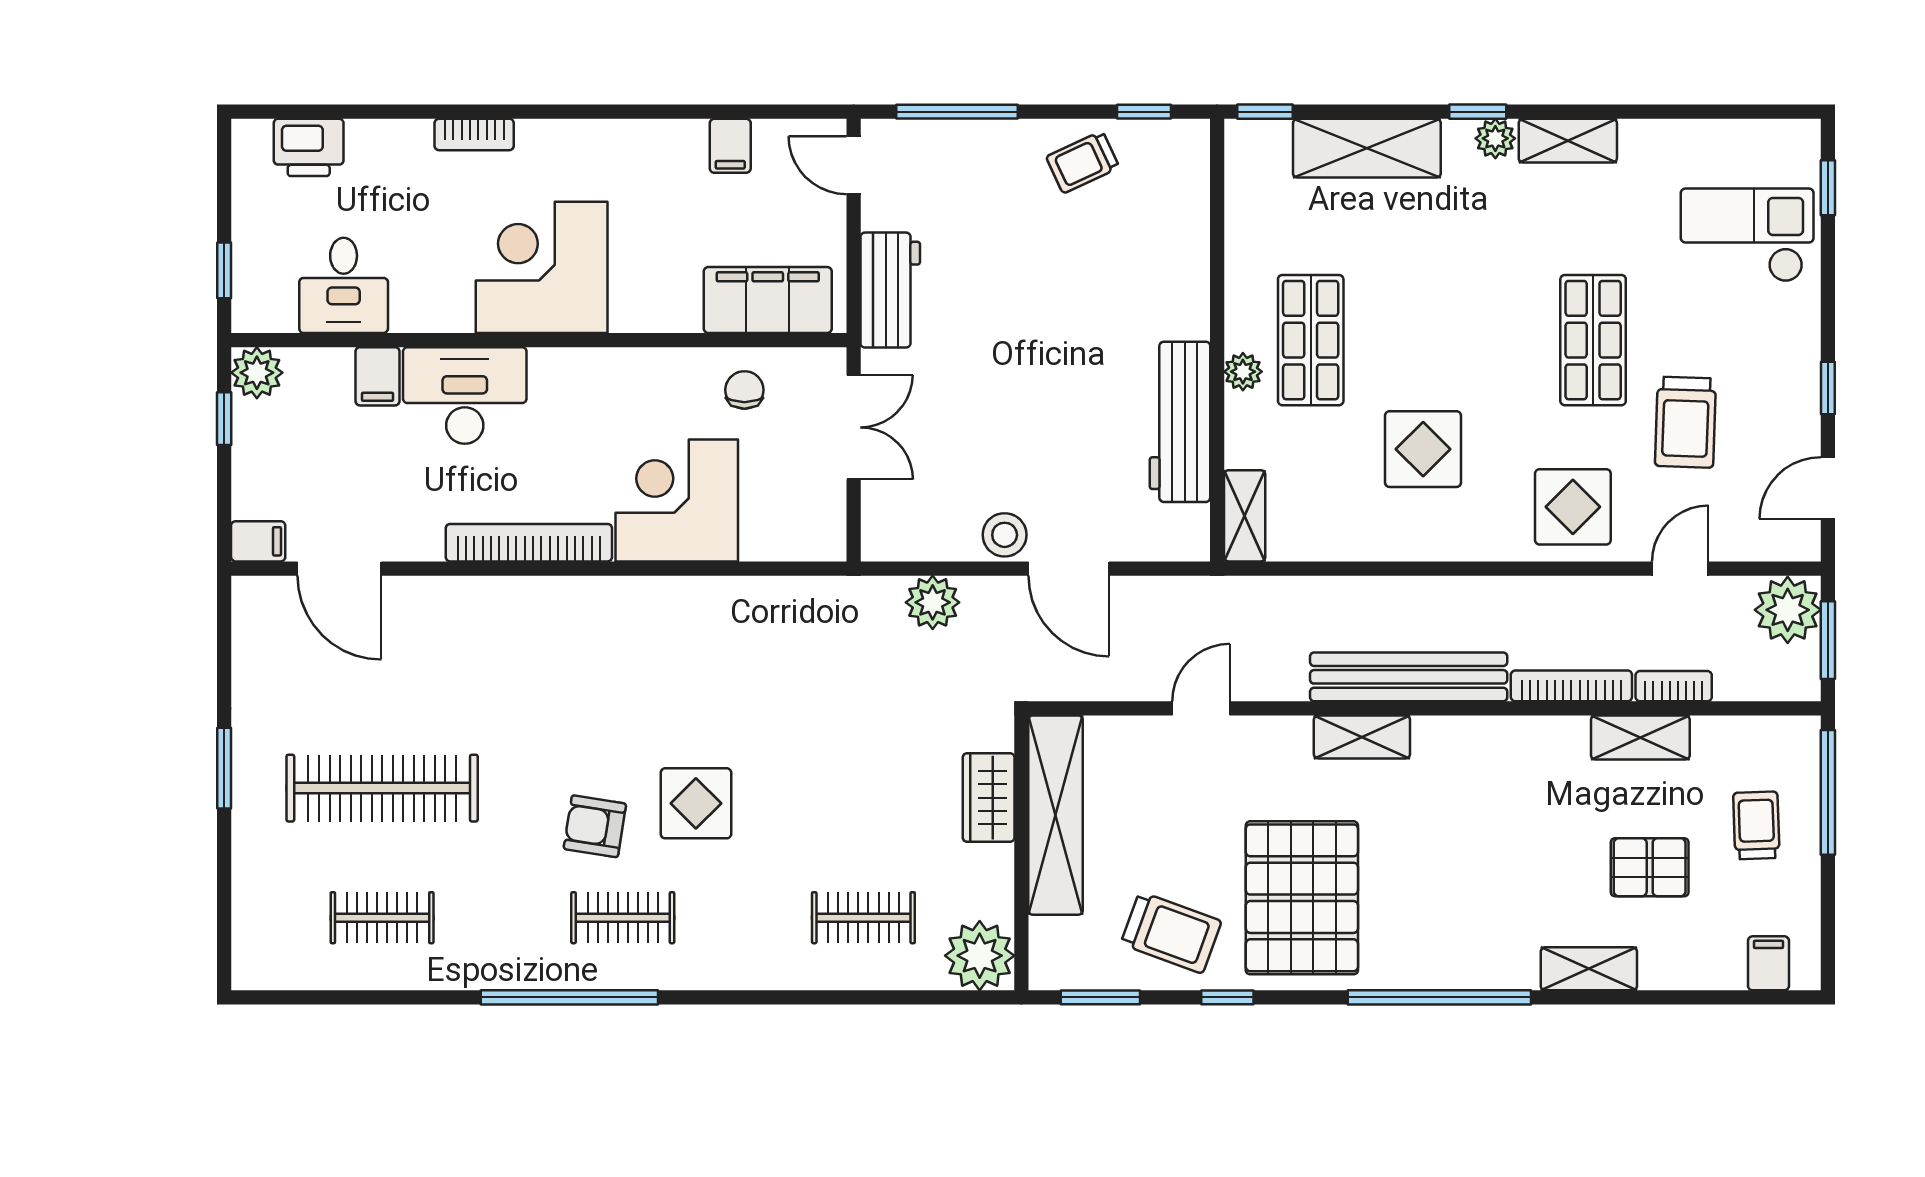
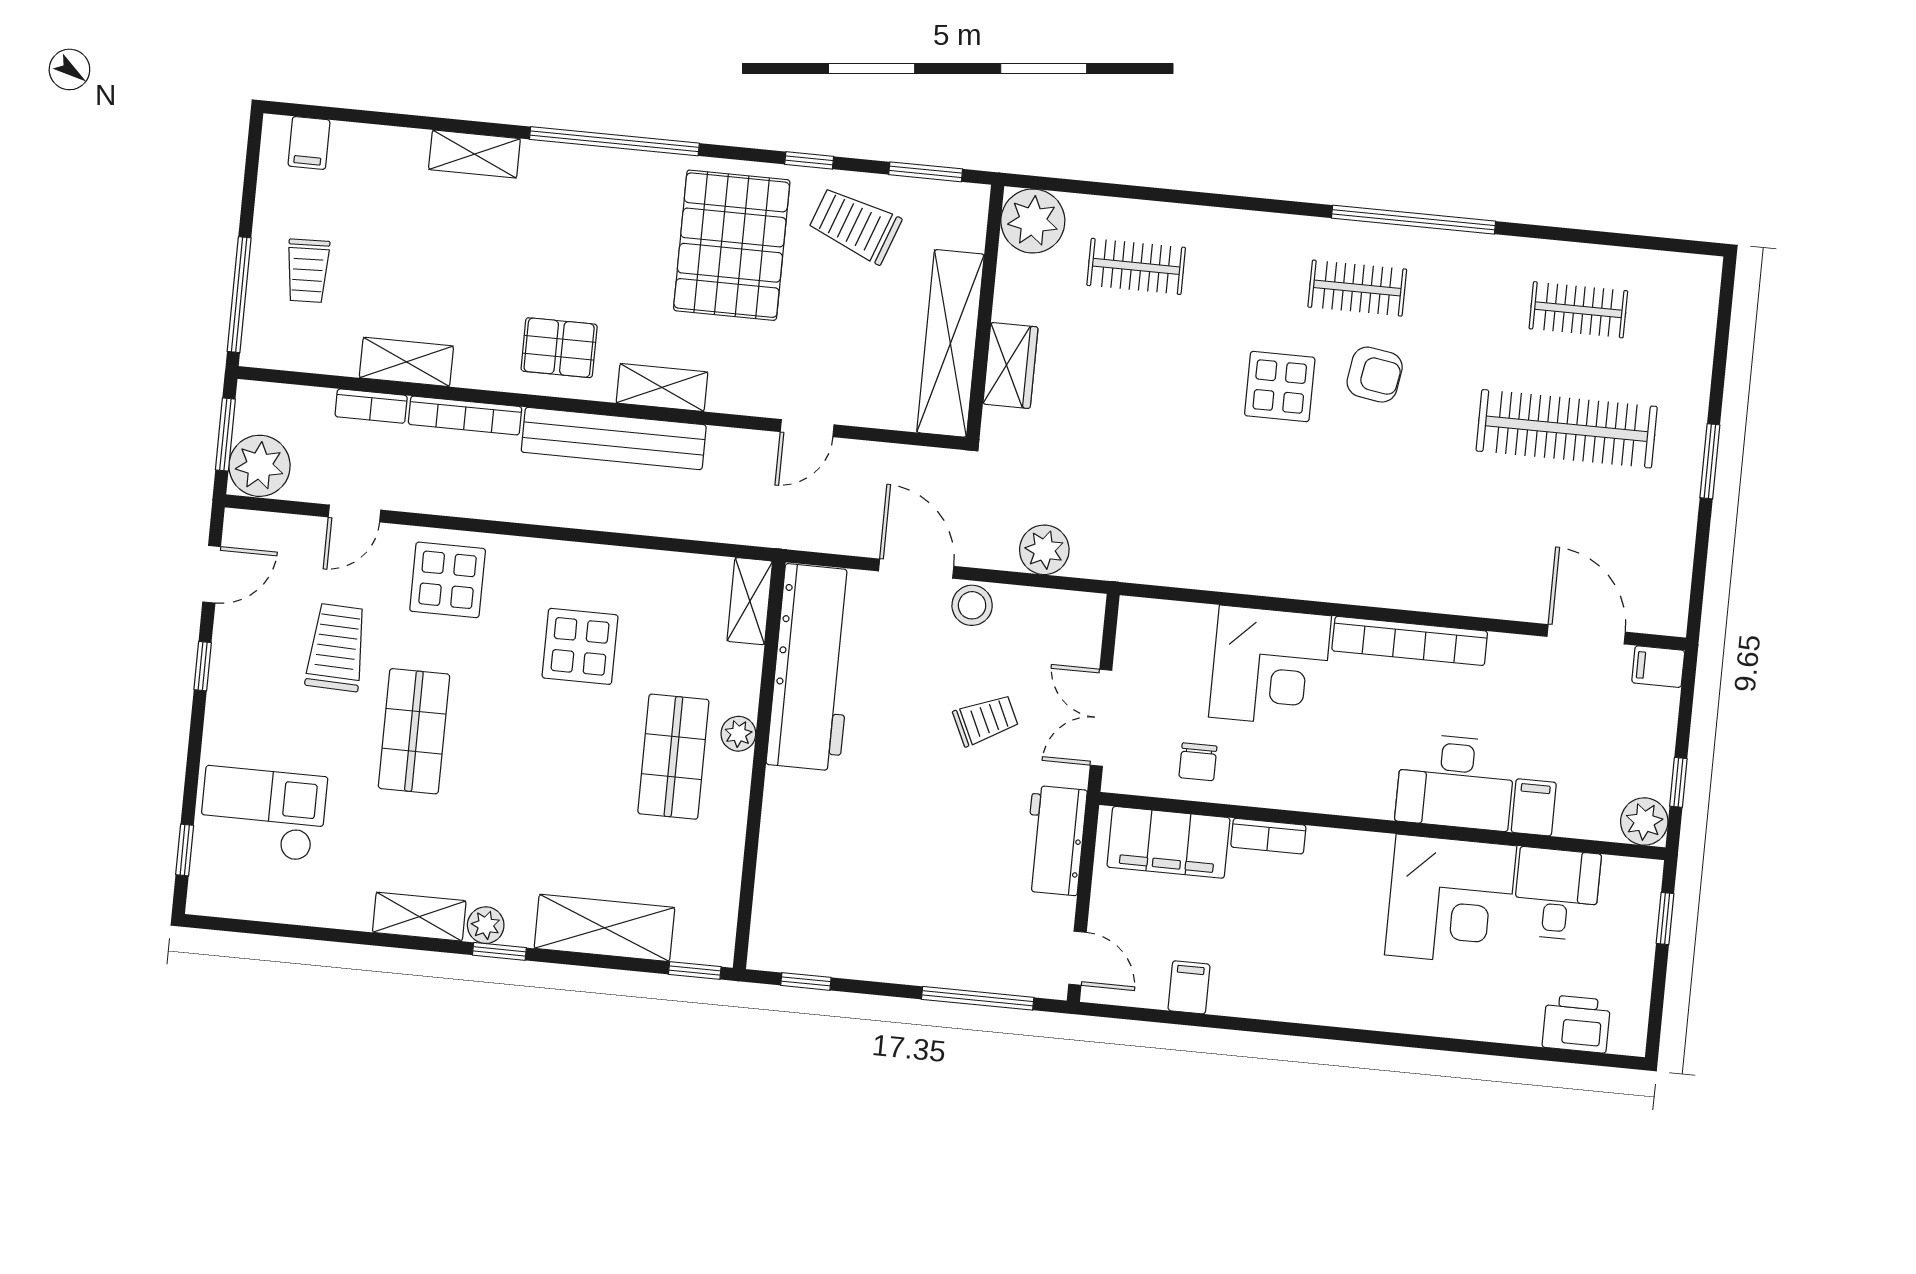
bookcase: (474, 134) -> (1268, 836), moved, turned 180
trolley: (1083, 162) -> (986, 720), moved
checkout: (1747, 235) -> (263, 814), turned 180
corner desk: (542, 267) -> (1451, 900), moved
workbench: (1180, 422) -> (812, 667), width x1.36, depth x1.32
pallet: (1650, 867) -> (559, 348), moved

